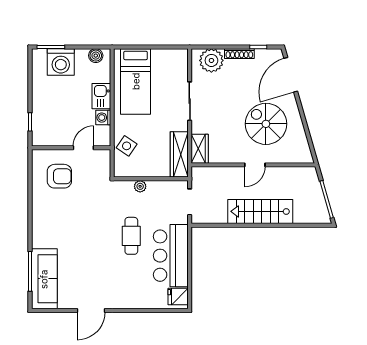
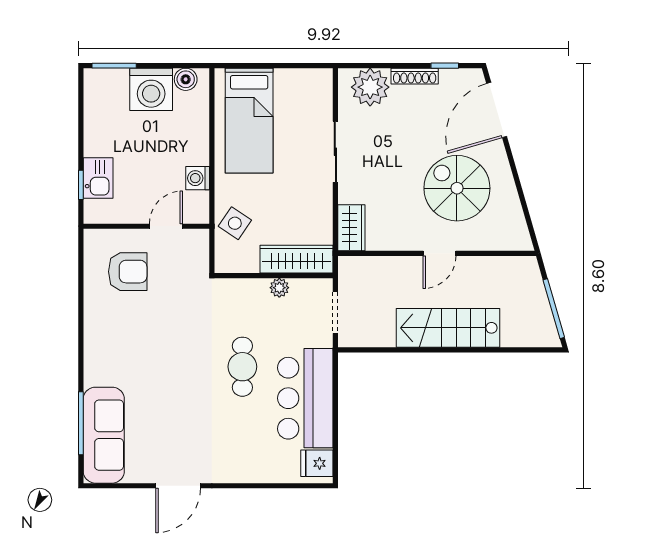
washing machine: (61, 62) -> (151, 89), moved
kitchen sink: (101, 96) -> (98, 178), moved, turned 180
wardrobe: (179, 154) -> (297, 259), moved, turned 90
plant: (140, 186) -> (279, 288), moved

